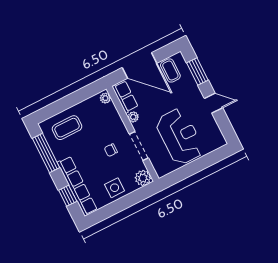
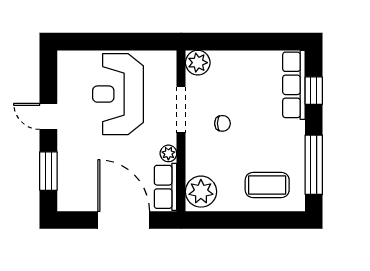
coffee table: (170, 71) -> (85, 191), removed
plant: (105, 98) -> (201, 192), width x1.87, depth x1.87
row of seats: (77, 186) -> (294, 85), width x0.73
side table: (115, 188) -> (244, 69), removed

